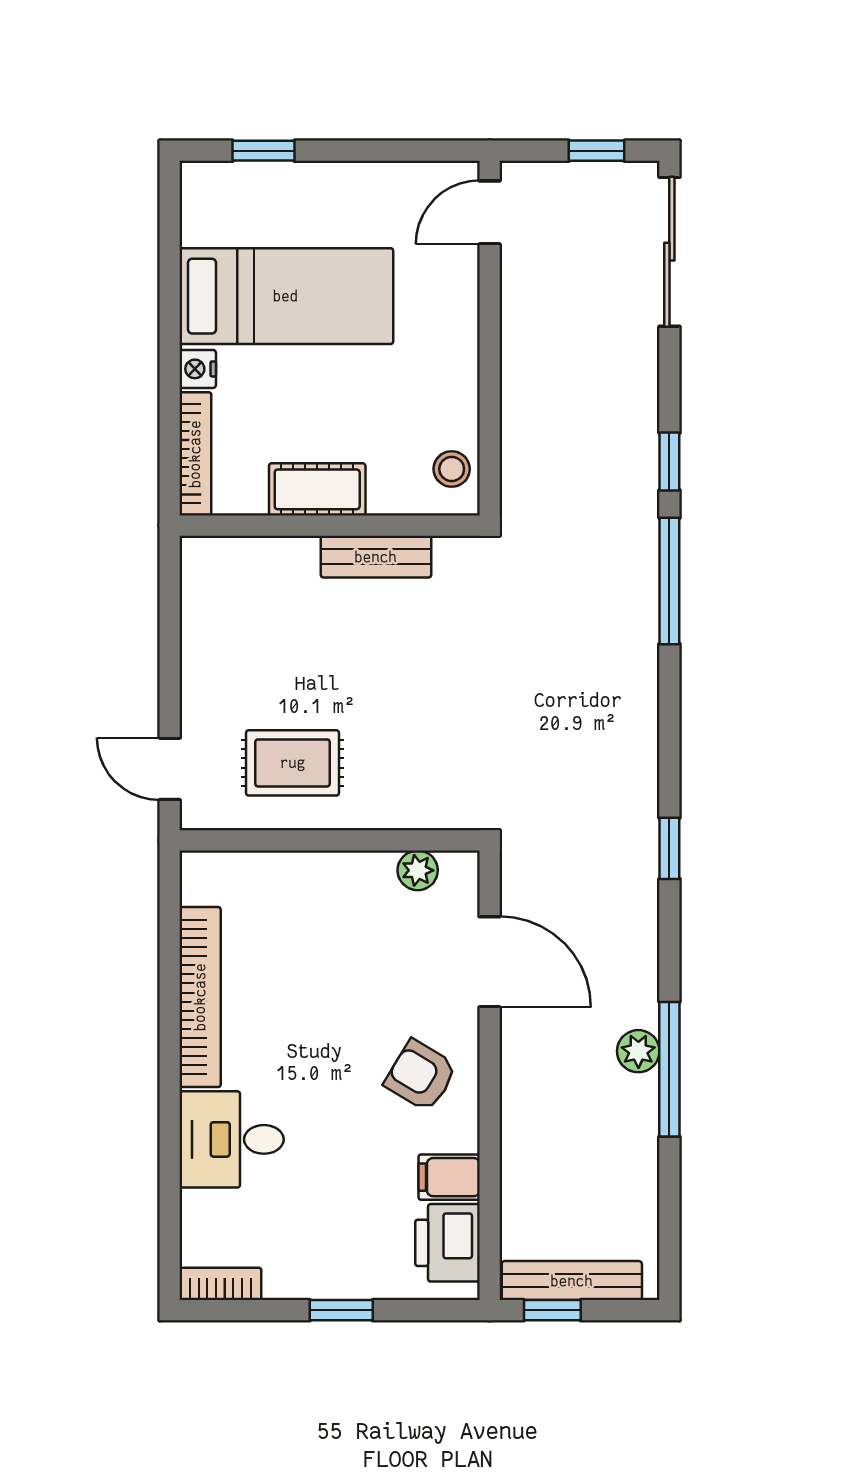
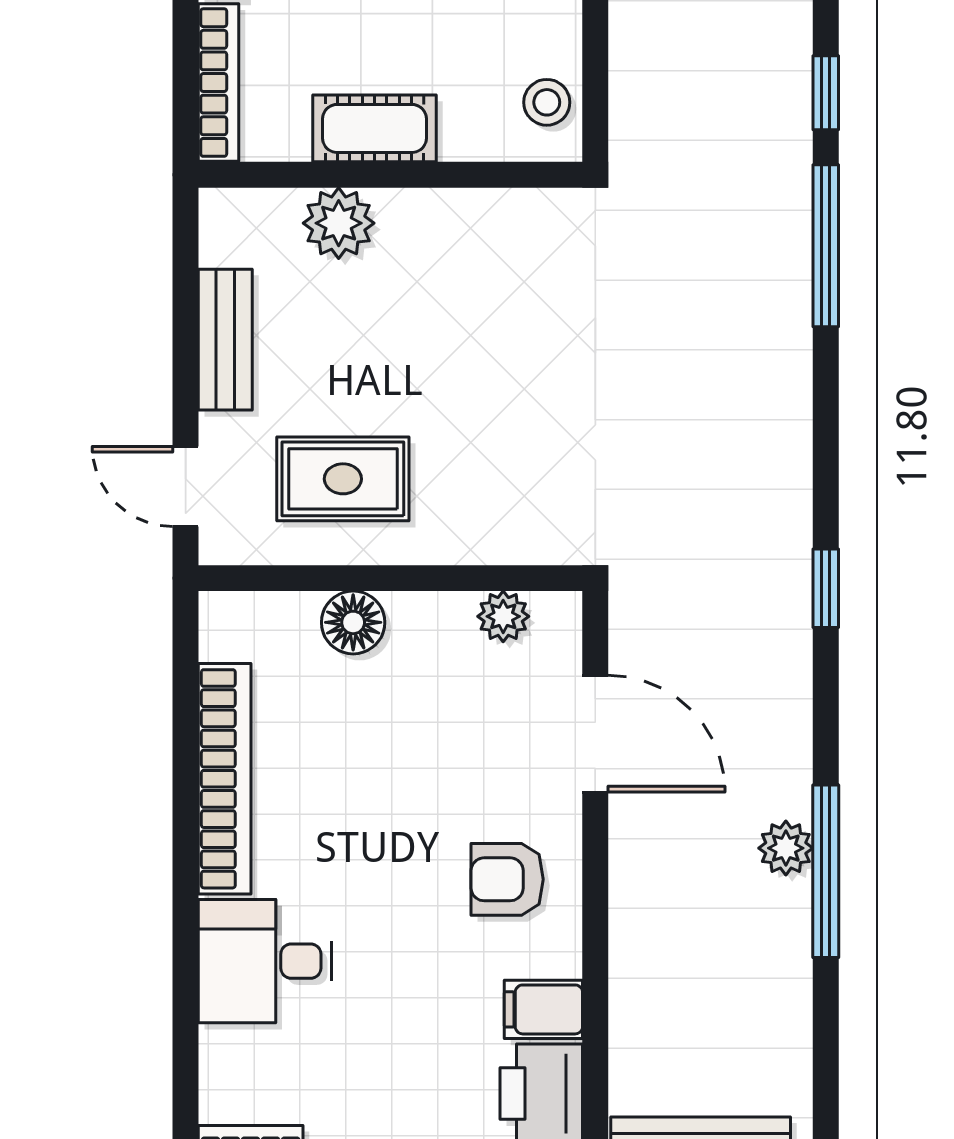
bench: (376, 557) -> (225, 340), moved, turned 90
plant: (289, 563) -> (339, 223), added
floor lamp: (300, 875) -> (353, 622), added
armchair: (421, 1076) -> (507, 879), turned -31

